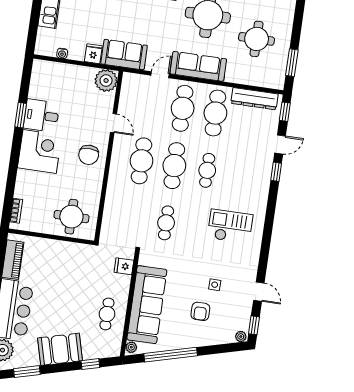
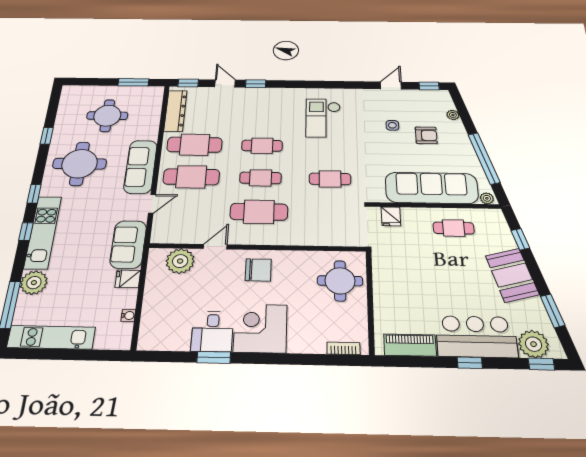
door: (160, 75) -> (152, 204), swing flipped
plant: (106, 80) -> (180, 261), moved
cafe table: (174, 166) -> (261, 178), width x0.73, depth x0.74
plant: (241, 336) -> (453, 115), moved

